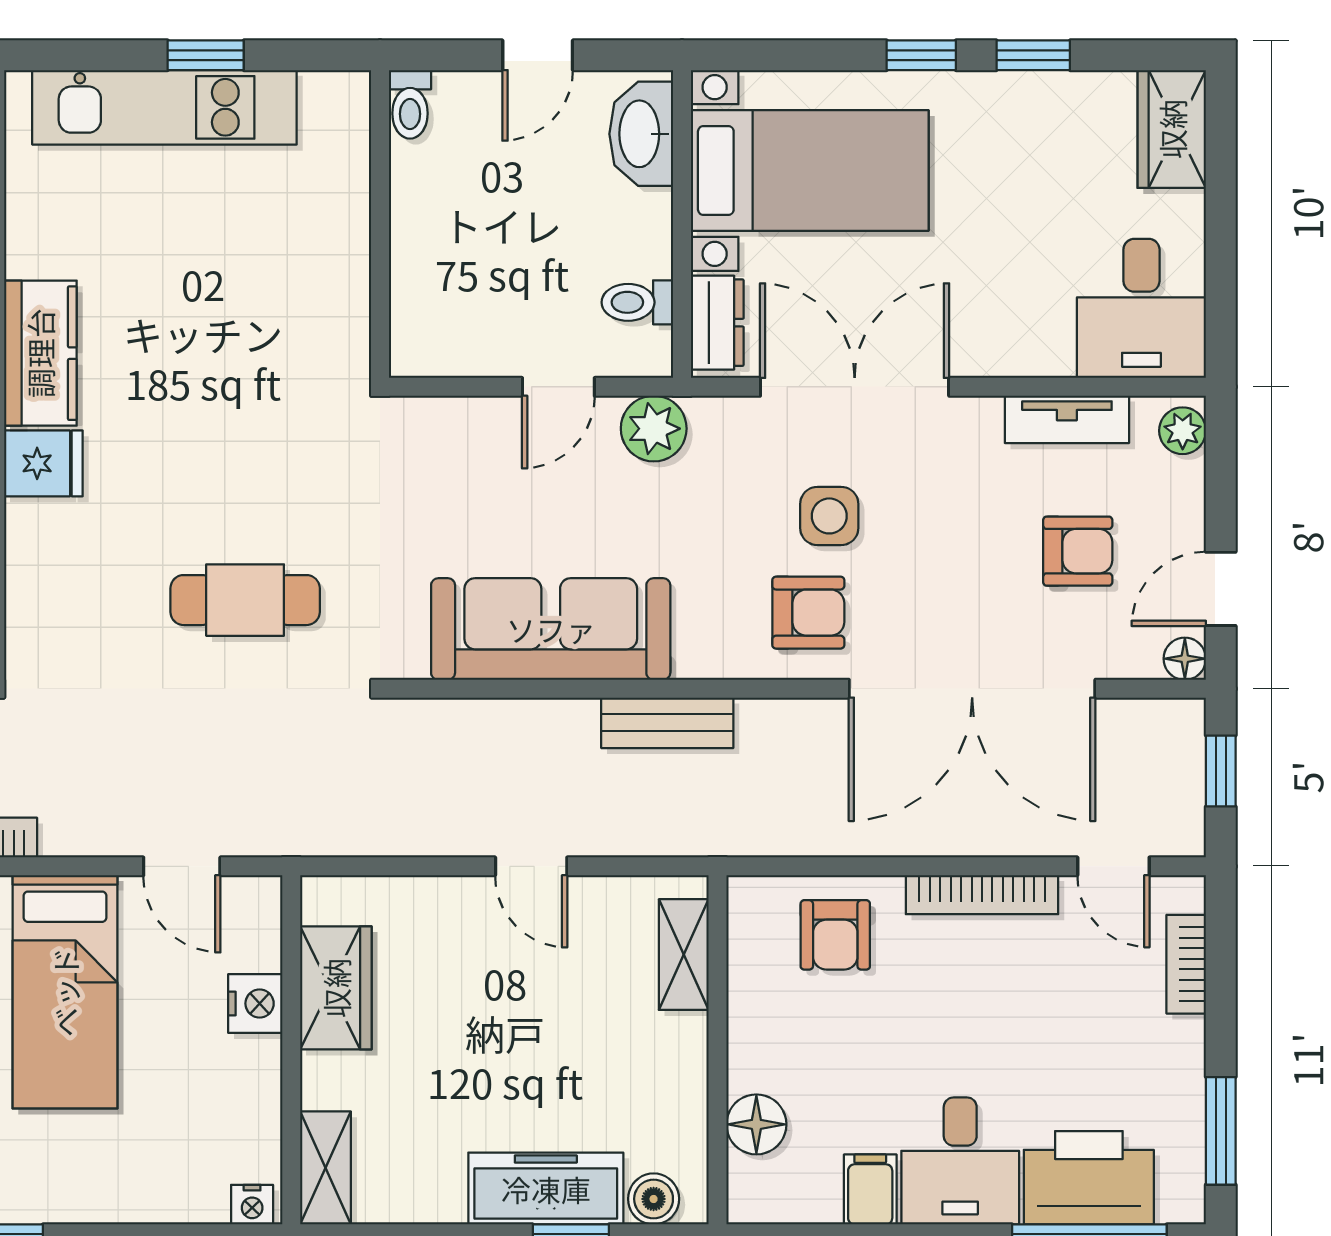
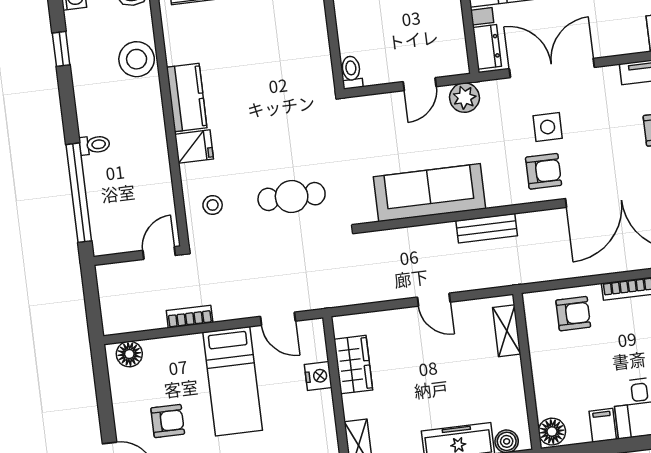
toilet: (637, 302) -> (351, 72), moved, turned 90
stool: (68, 597) -> (213, 205), added
armchair: (835, 935) -> (573, 314), turned -90
floor lamp: (756, 1124) -> (552, 432), moved

